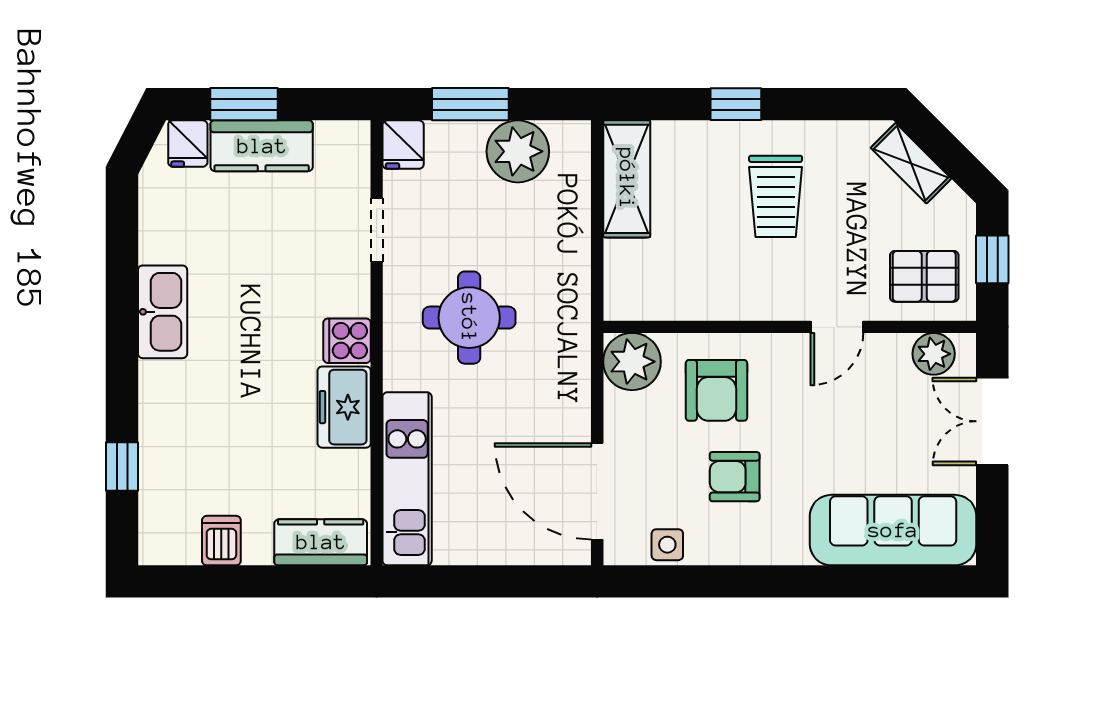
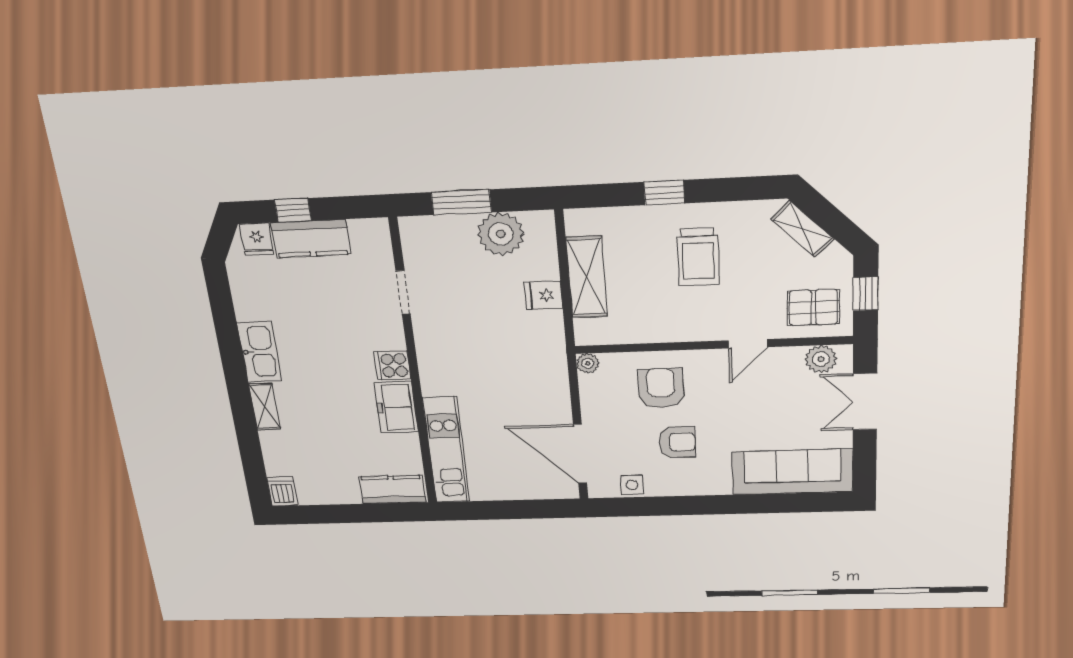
window: (244, 104) -> (293, 210), width x0.67
fridge: (403, 145) -> (544, 295), moved, turned 90
shelving: (627, 179) -> (587, 277), moved
round table: (469, 318) -> (477, 347), removed
plant: (632, 362) -> (588, 363), width x0.53, depth x0.53
armchair: (716, 390) -> (661, 388), turned 180
shelving: (155, 399) -> (265, 407), added
window: (122, 467) -> (250, 448), removed
armchair: (735, 477) -> (677, 442), turned 180
dishwasher: (221, 541) -> (282, 491), moved

